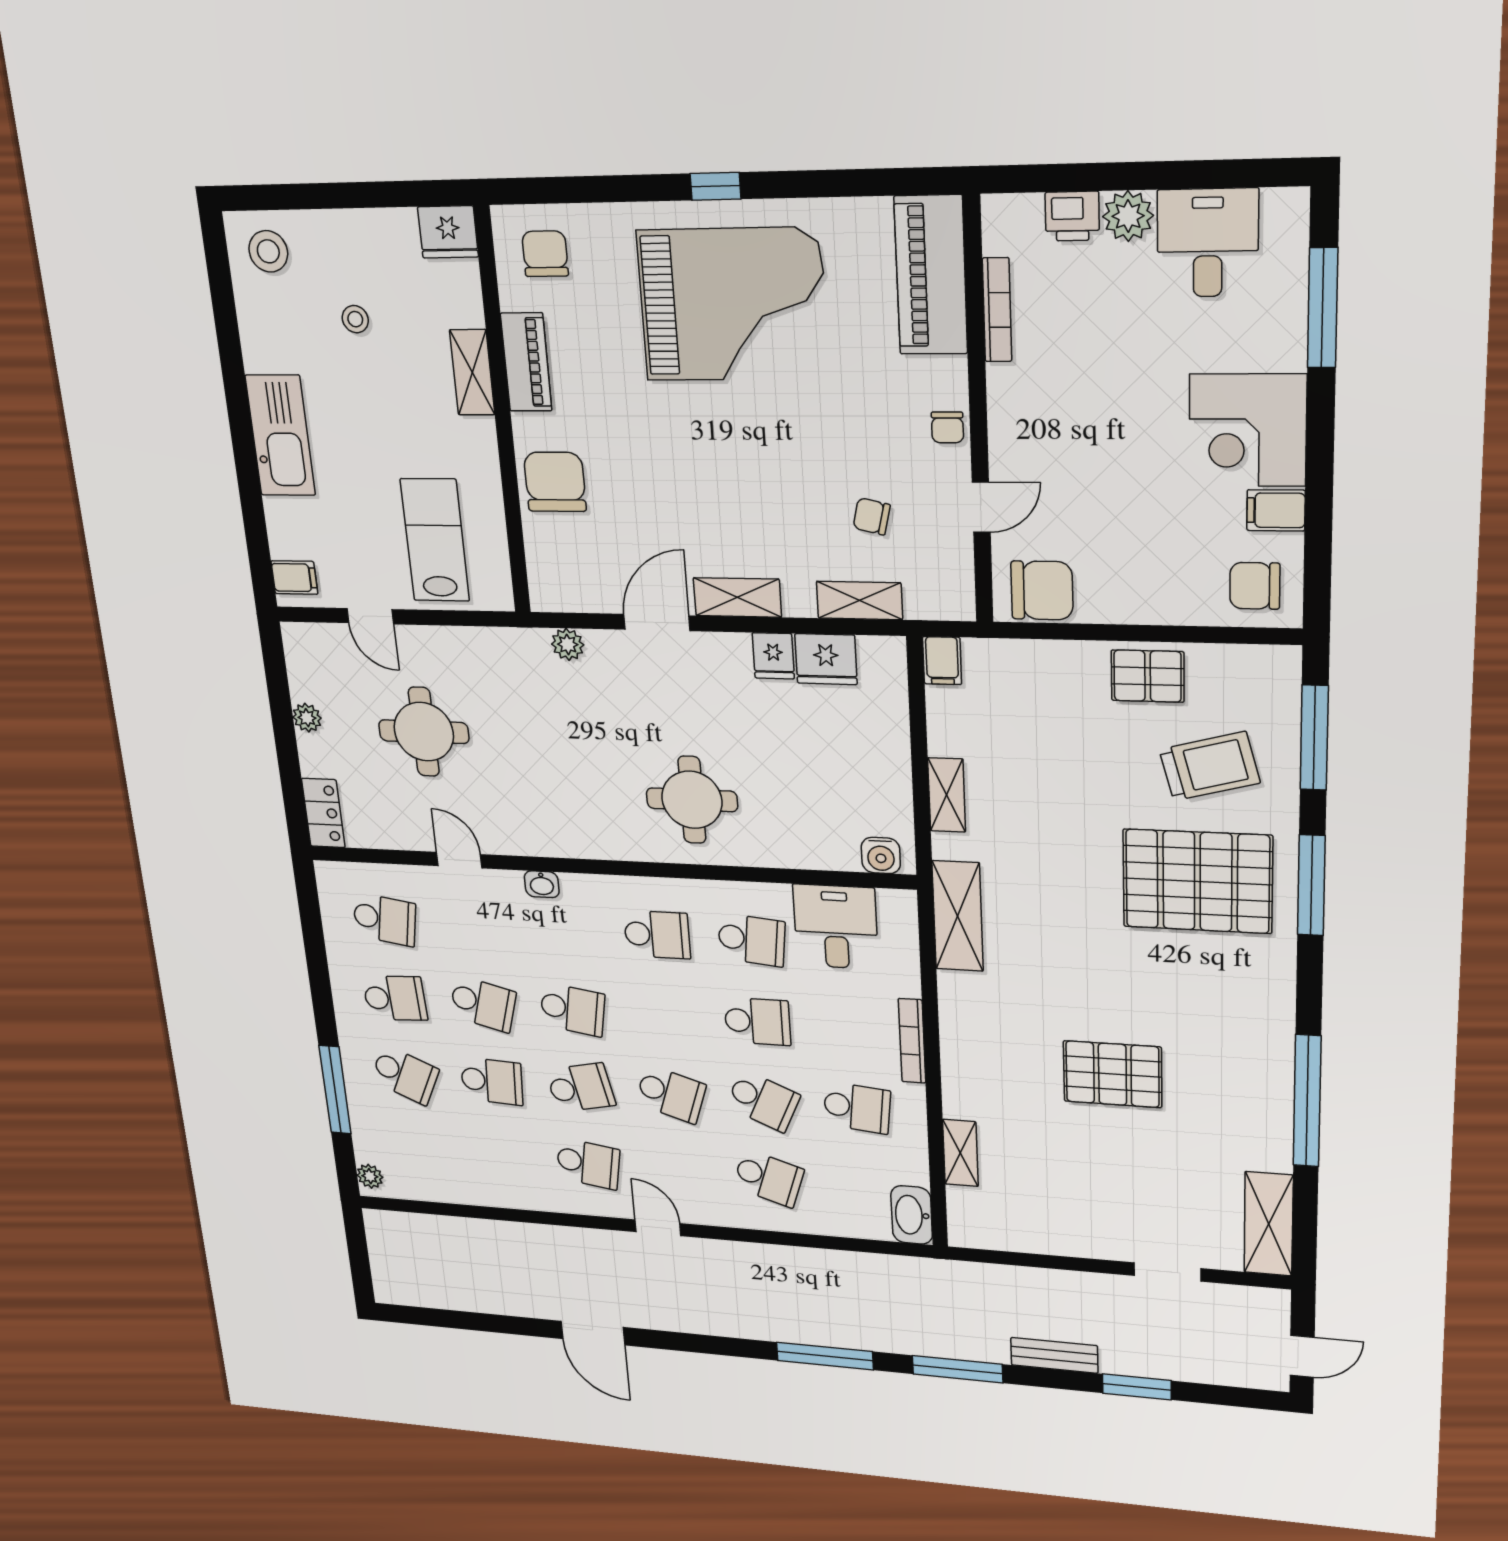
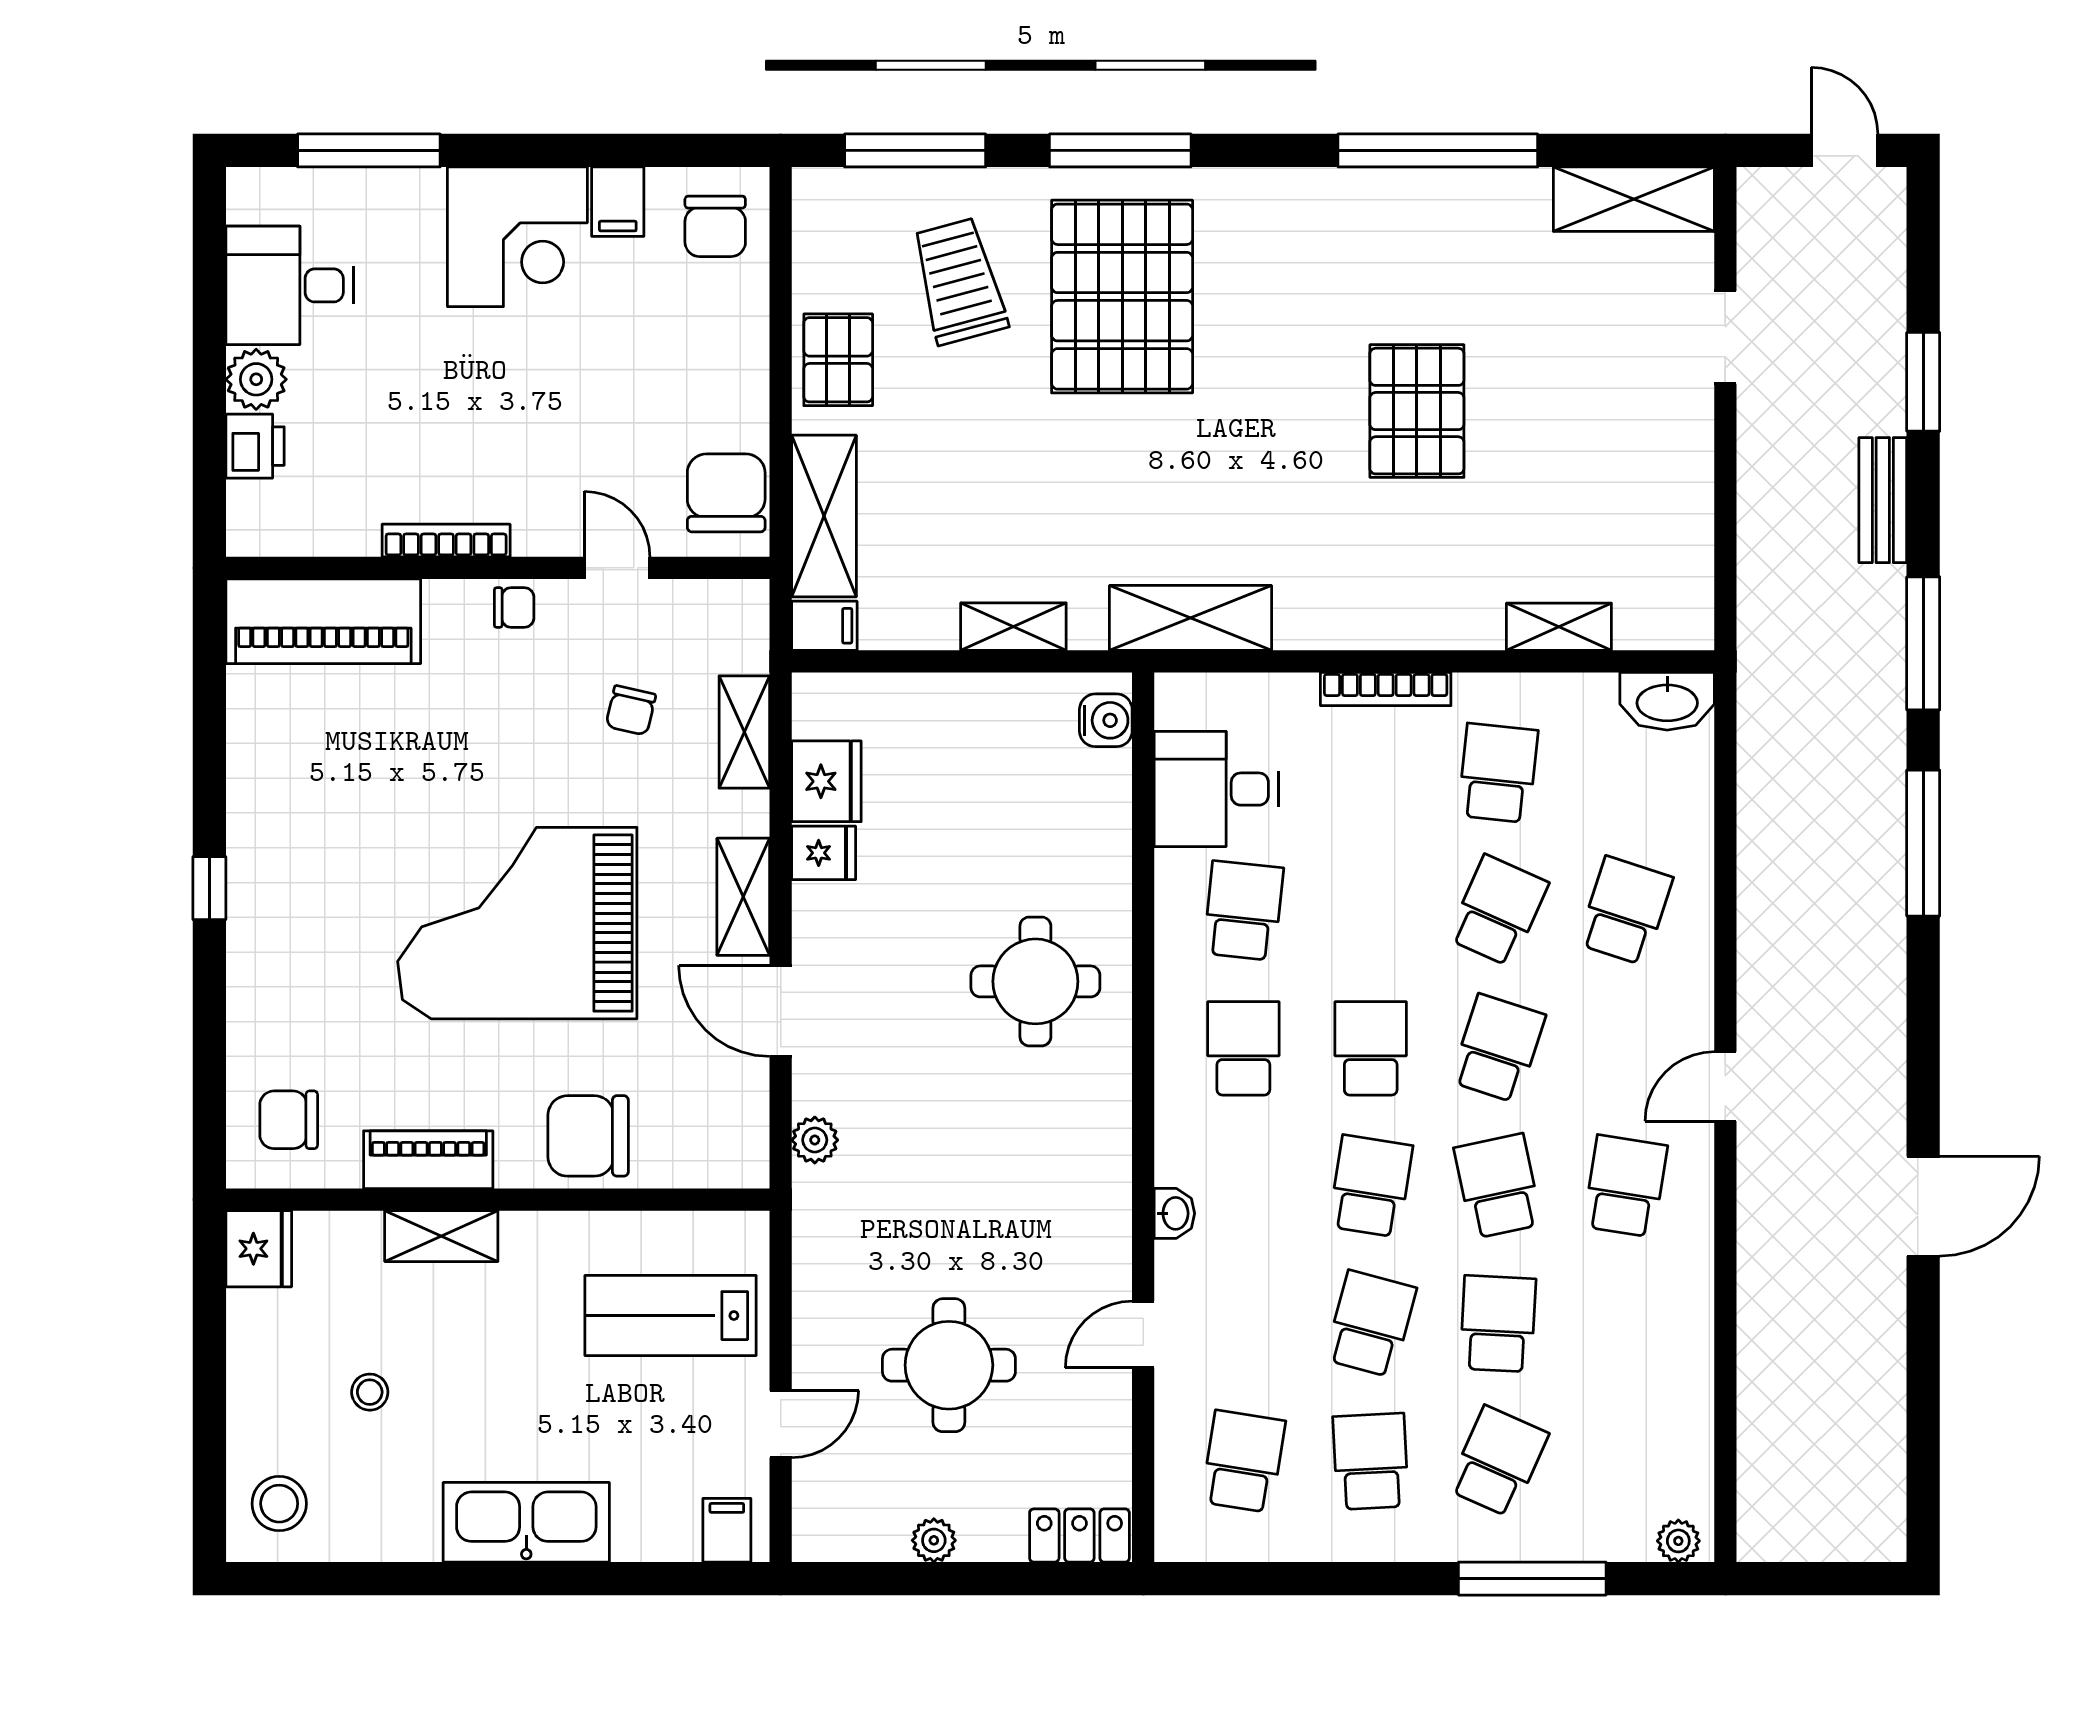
grand piano: (733, 305) -> (517, 923), moved, turned -90
bookcase: (997, 310) -> (446, 541), moved
shelving: (1026, 662) -> (824, 516), added
school desk: (757, 1021) -> (1371, 1048), moved

